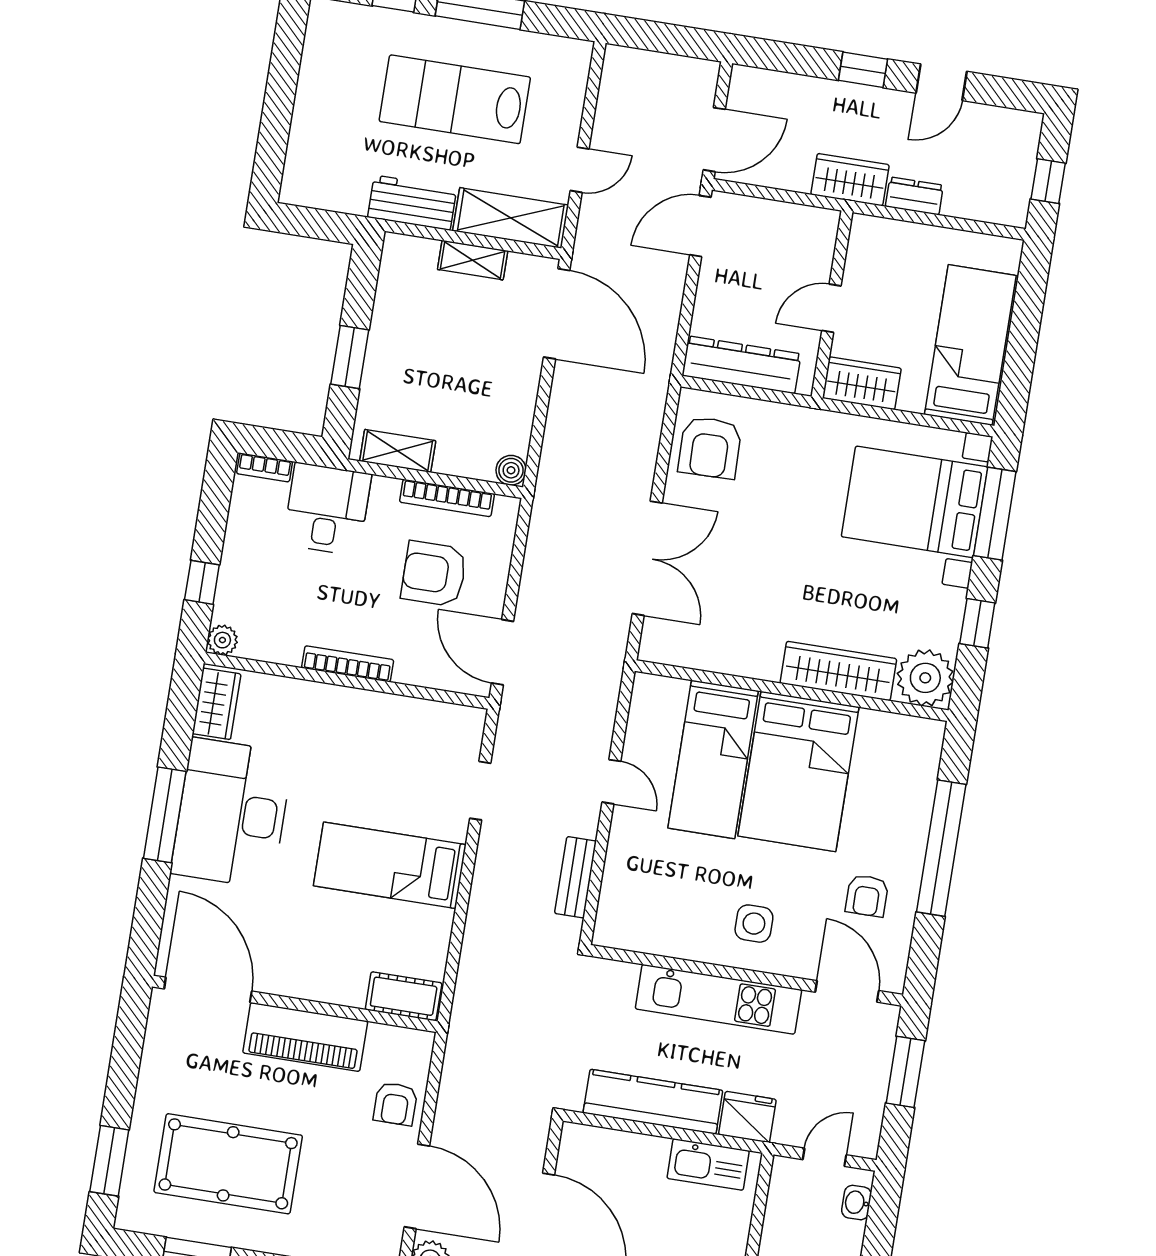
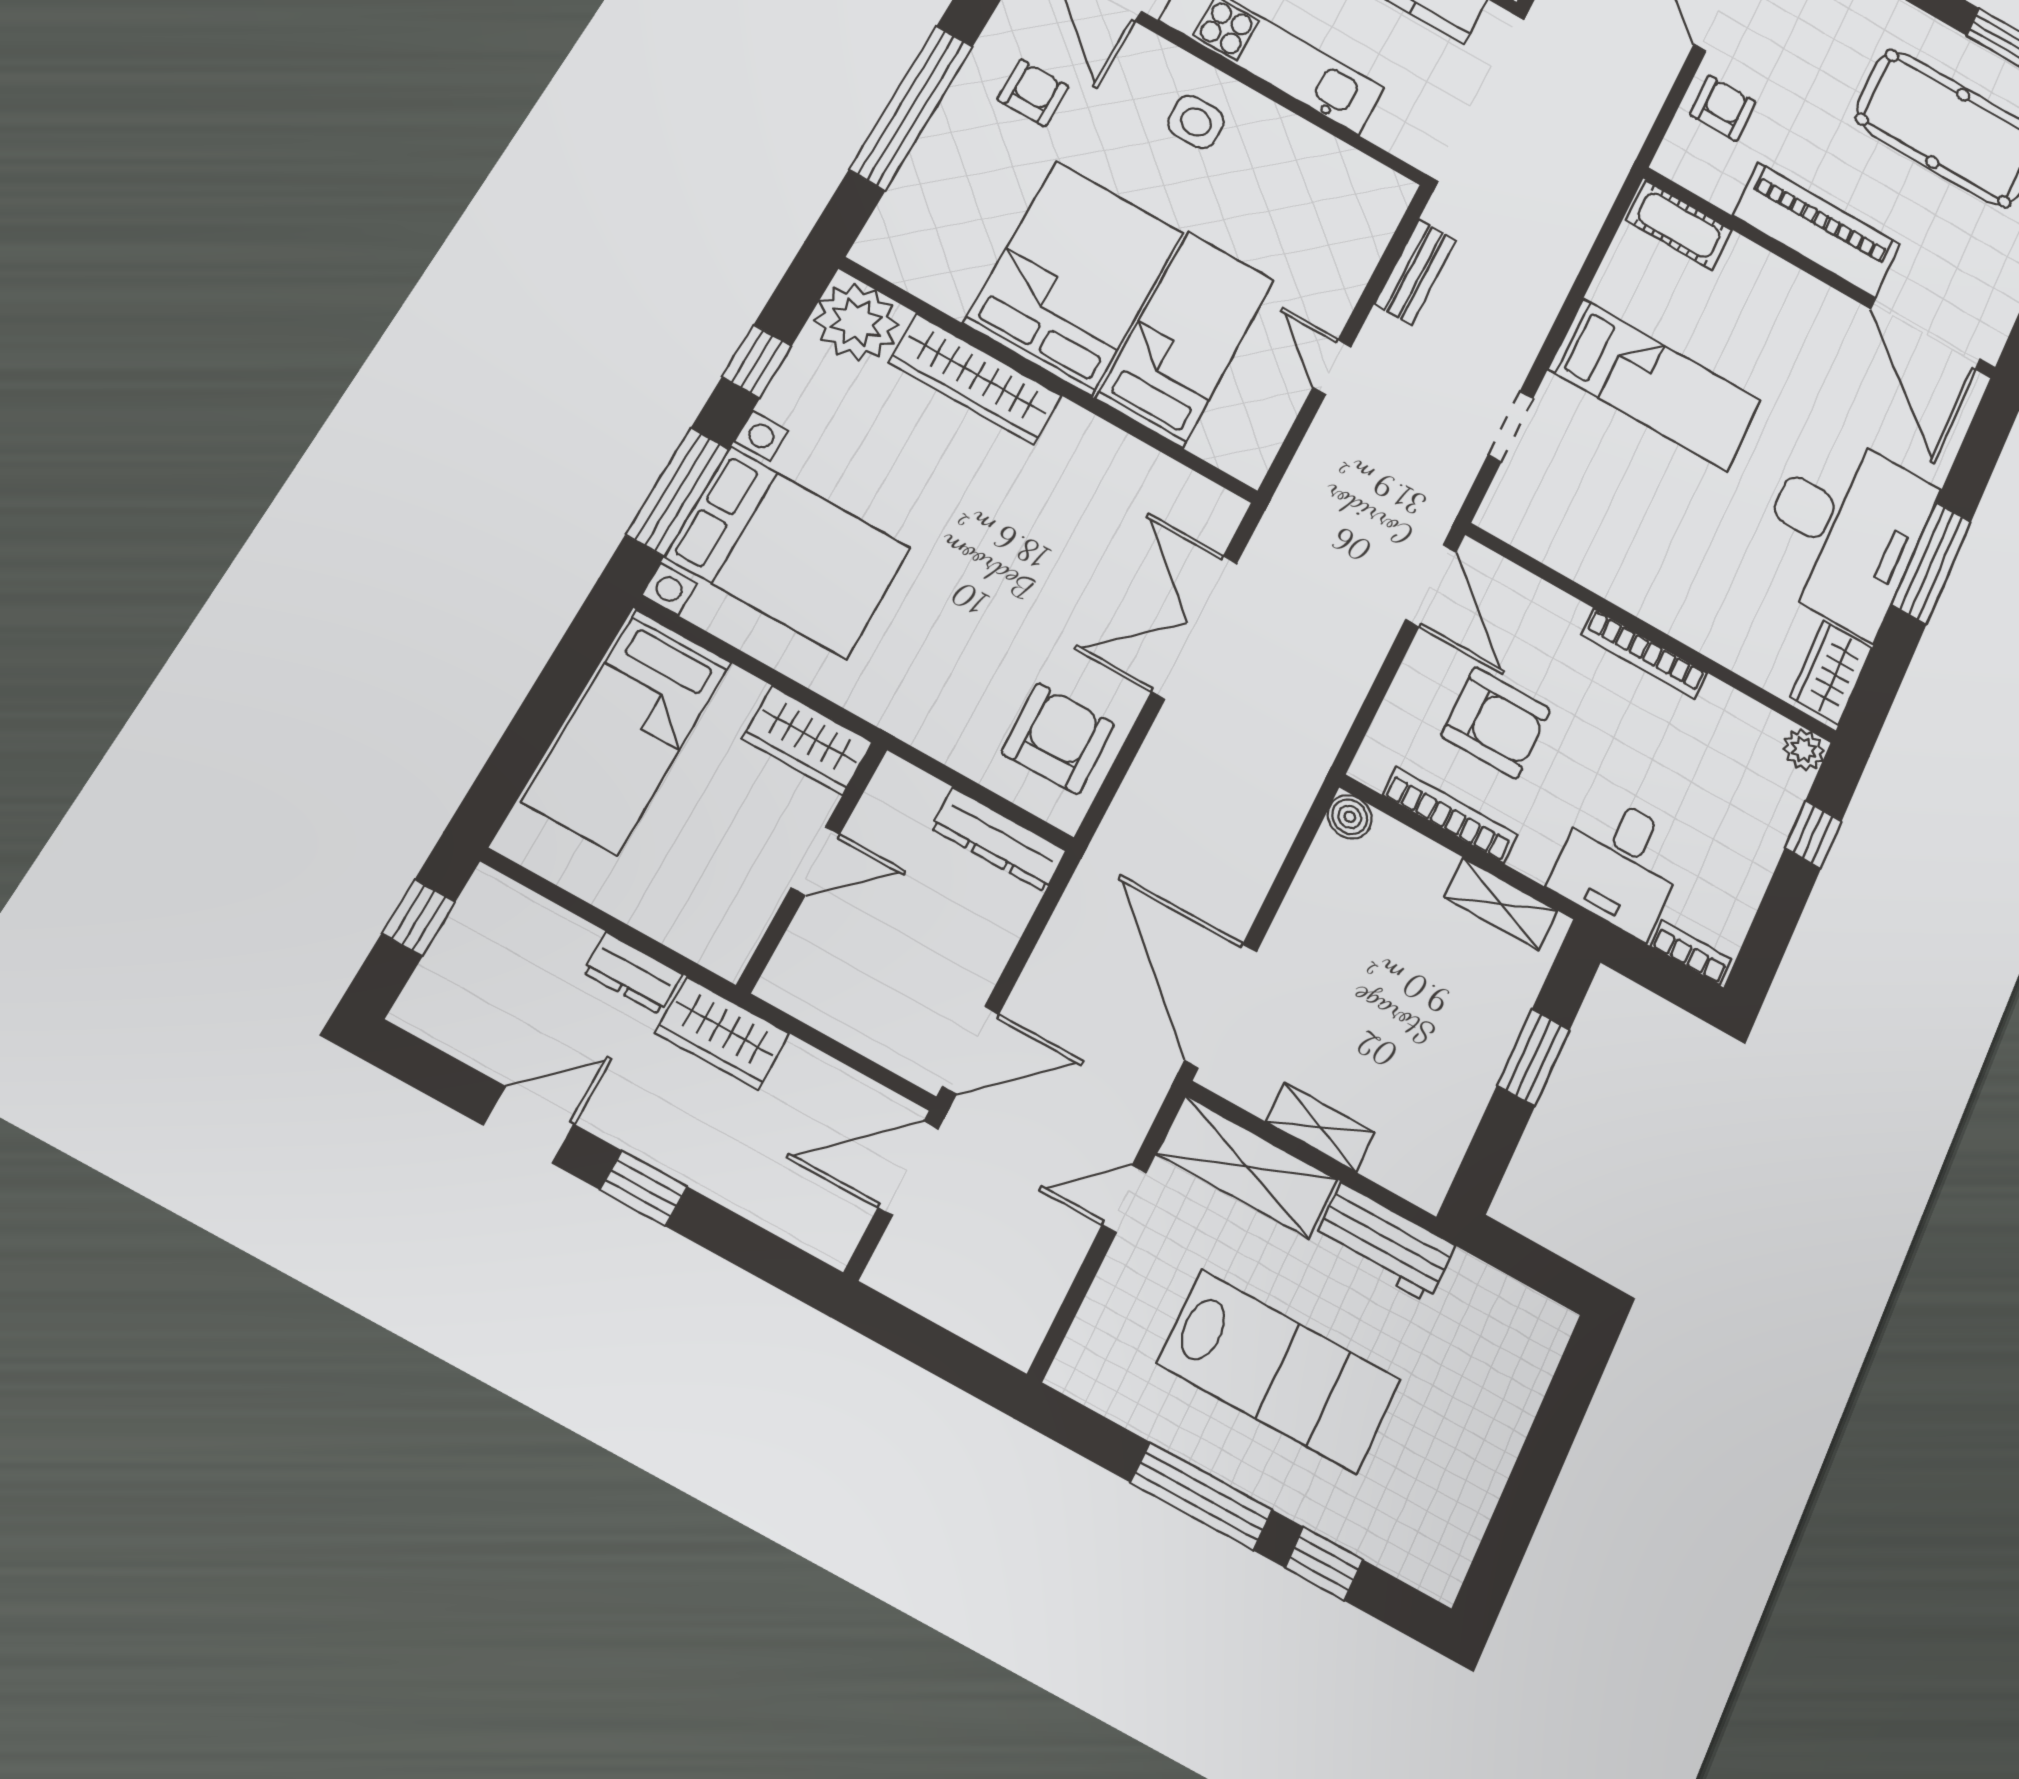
dresser: (741, 365) -> (999, 840), width x0.73, depth x0.80

